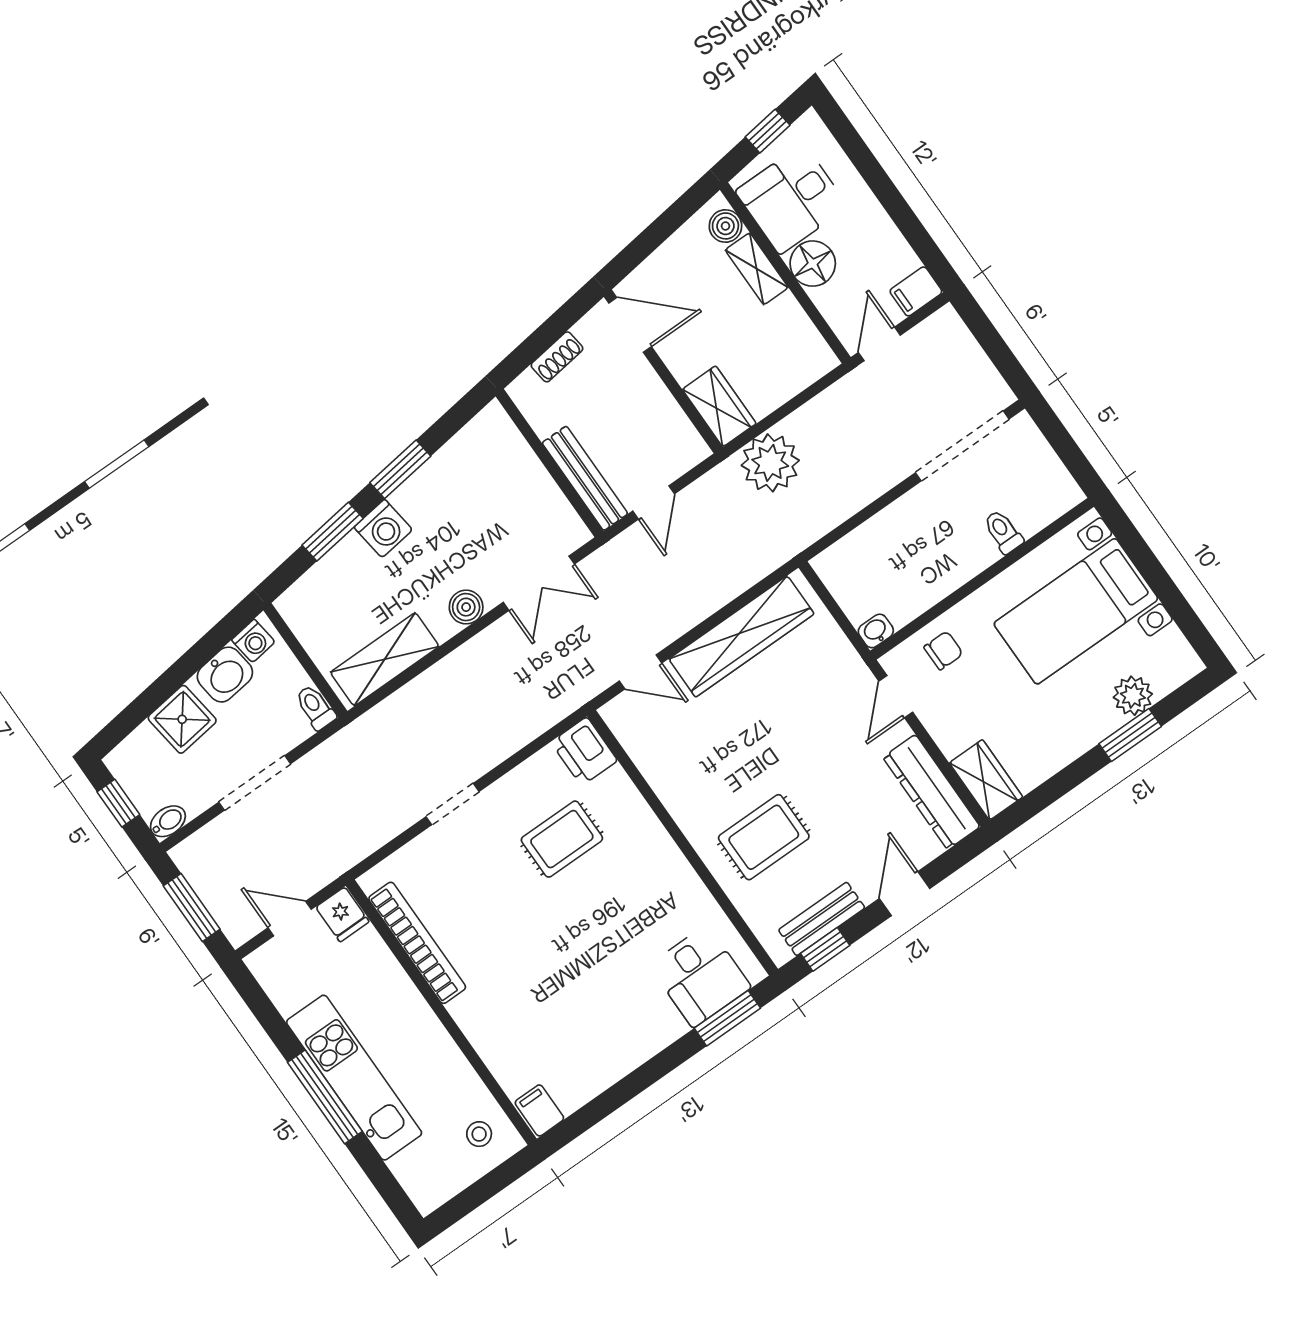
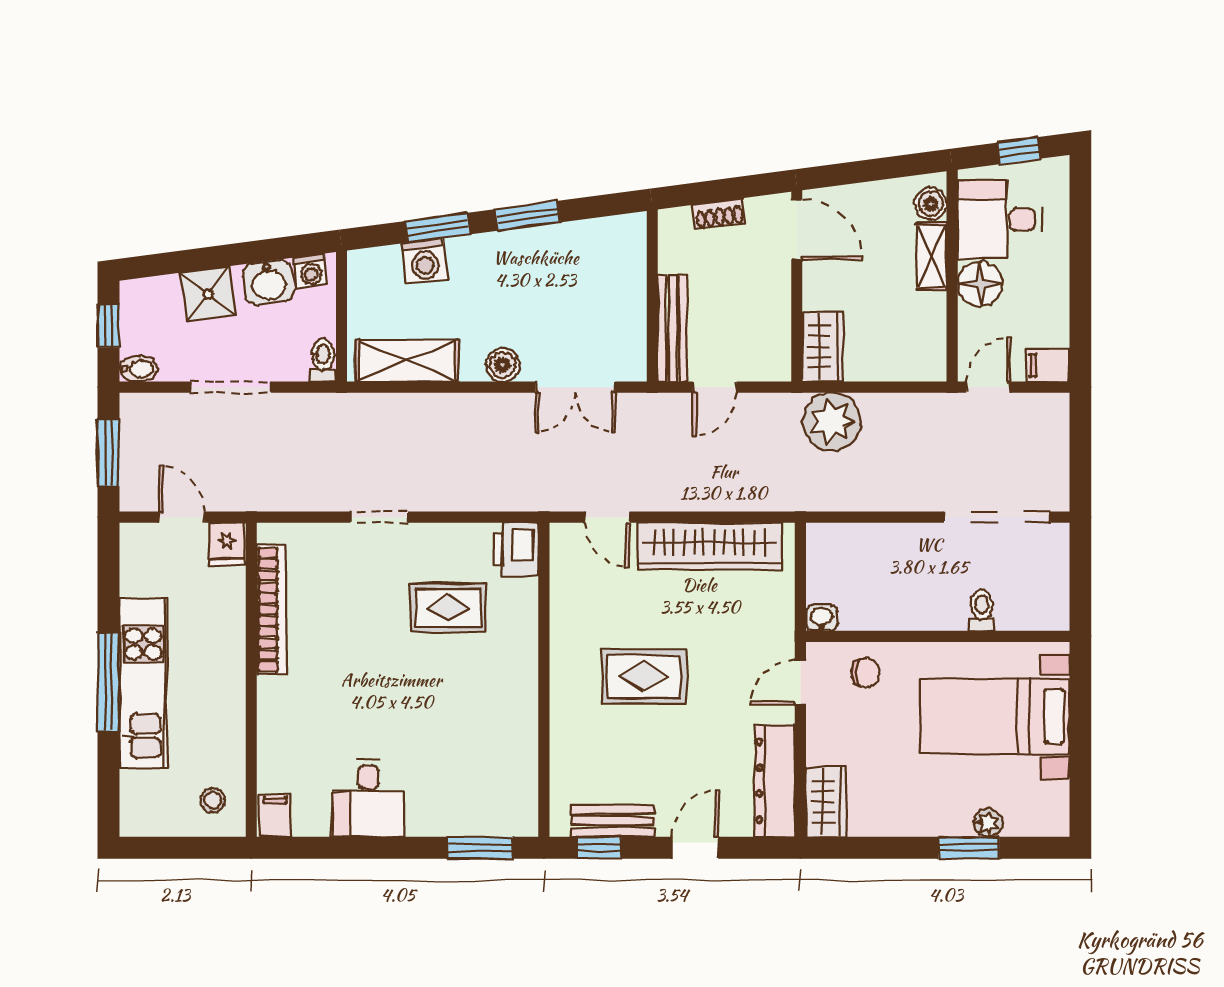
washing machine: (383, 528) -> (425, 261), moved
plant: (1133, 696) -> (988, 823), width x0.73, depth x0.73
rug: (764, 837) -> (644, 677), moved
desk: (700, 976) -> (368, 798), moved

